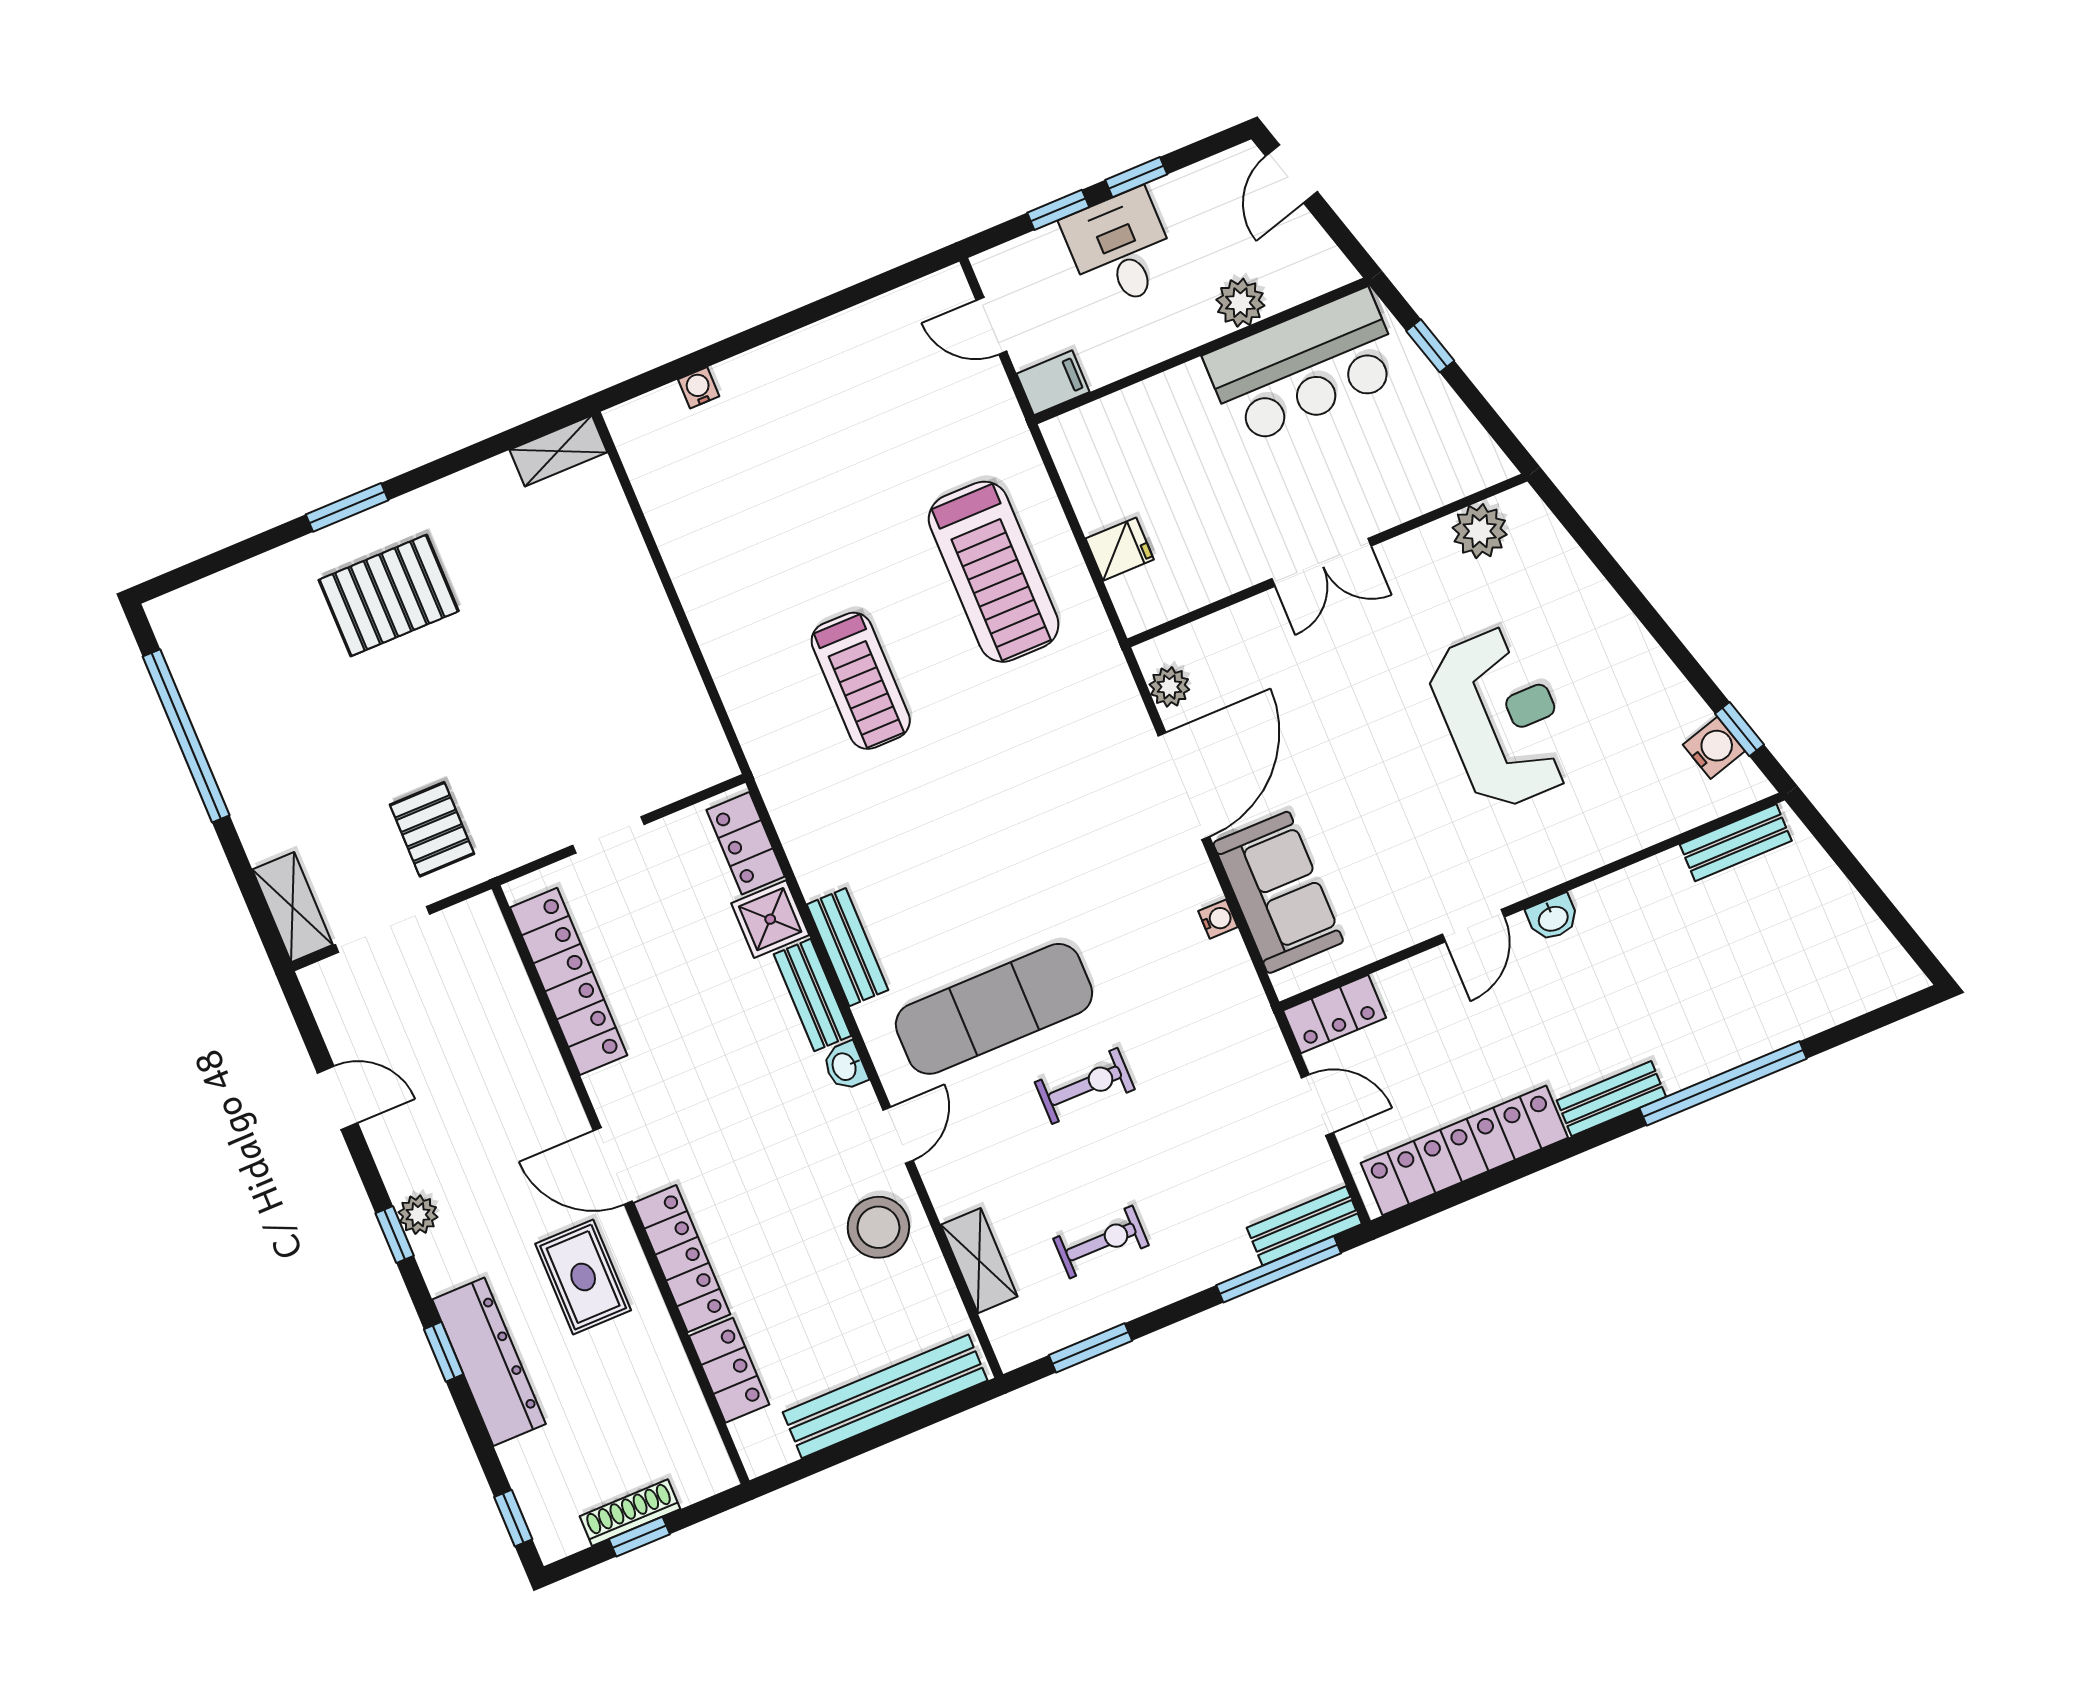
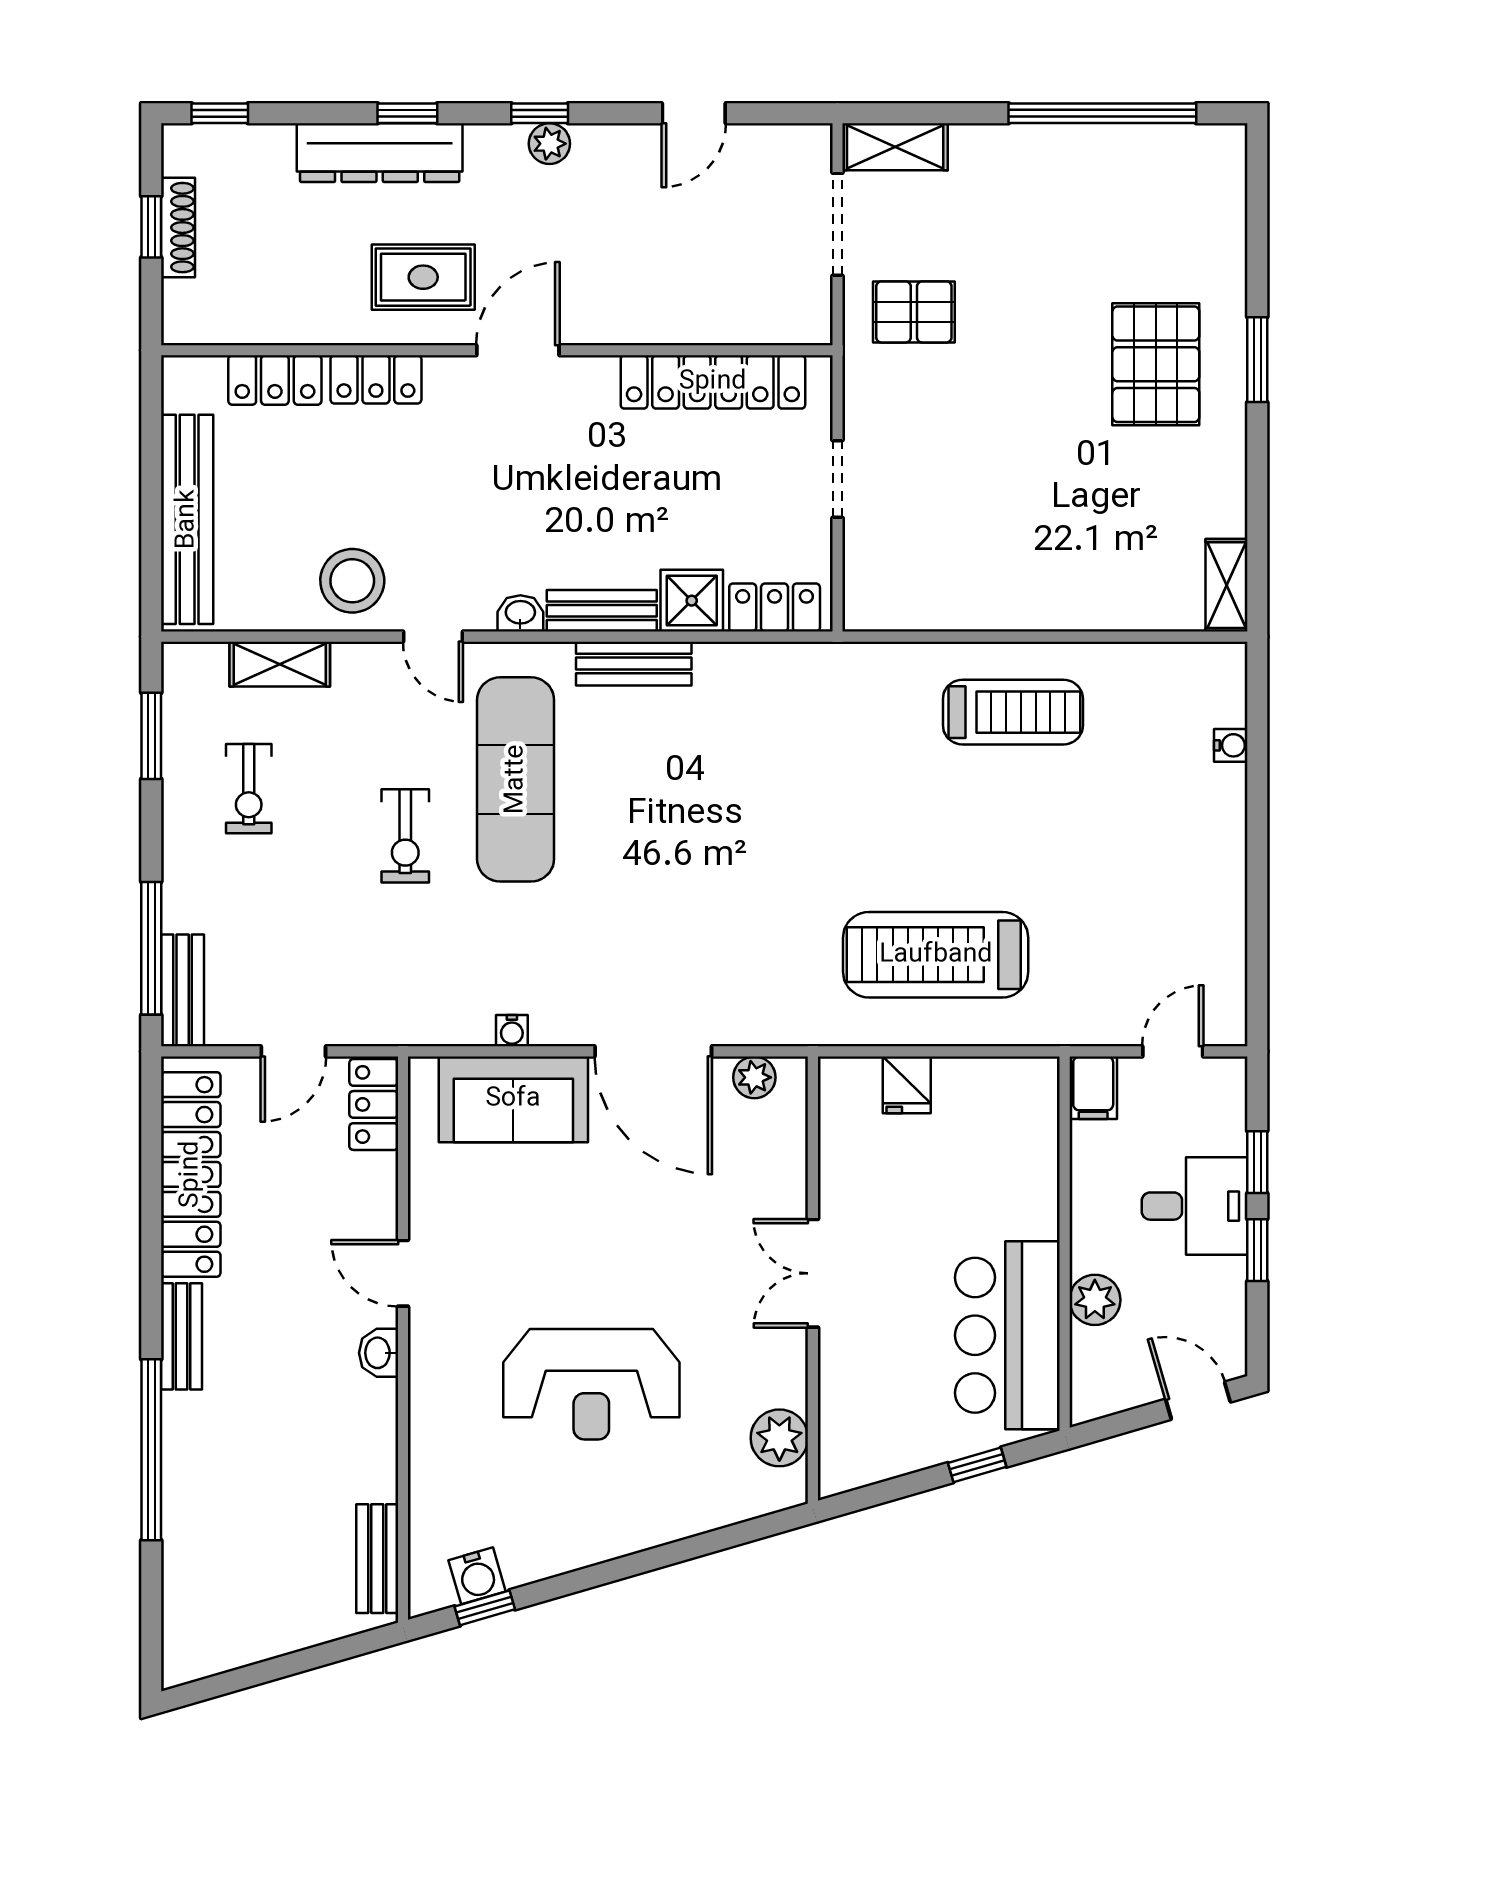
treadmill: (861, 681) -> (1013, 712), moved, turned 180
locker: (682, 1259) -> (376, 379), width x0.66

